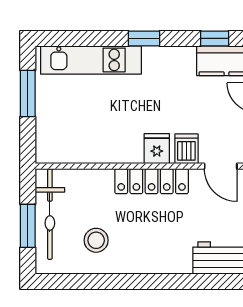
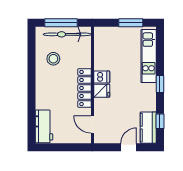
dishwasher: (186, 149) -> (102, 77), moved
door: (221, 166) -> (92, 124), hinge flipped
window: (28, 226) -> (61, 23), width x1.44

